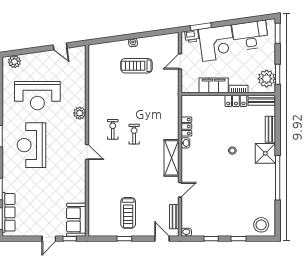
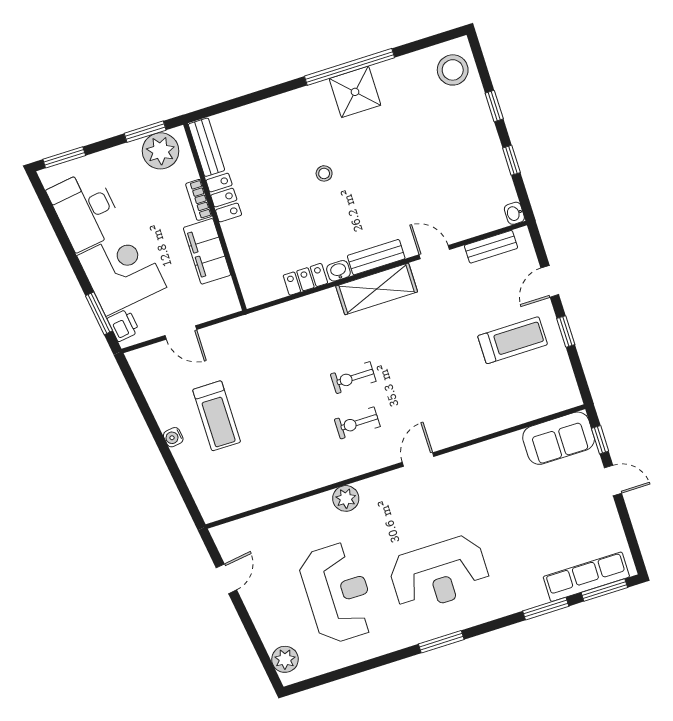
bench: (270, 129) -> (376, 257), moved
shower: (265, 153) -> (355, 92), moved
door: (162, 239) -> (550, 281), moved

